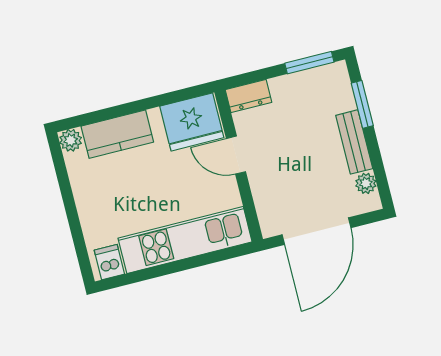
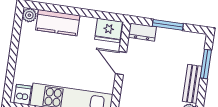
window: (309, 63) -> (168, 25), moved
fridge: (192, 122) -> (108, 31), width x0.73, depth x0.75

